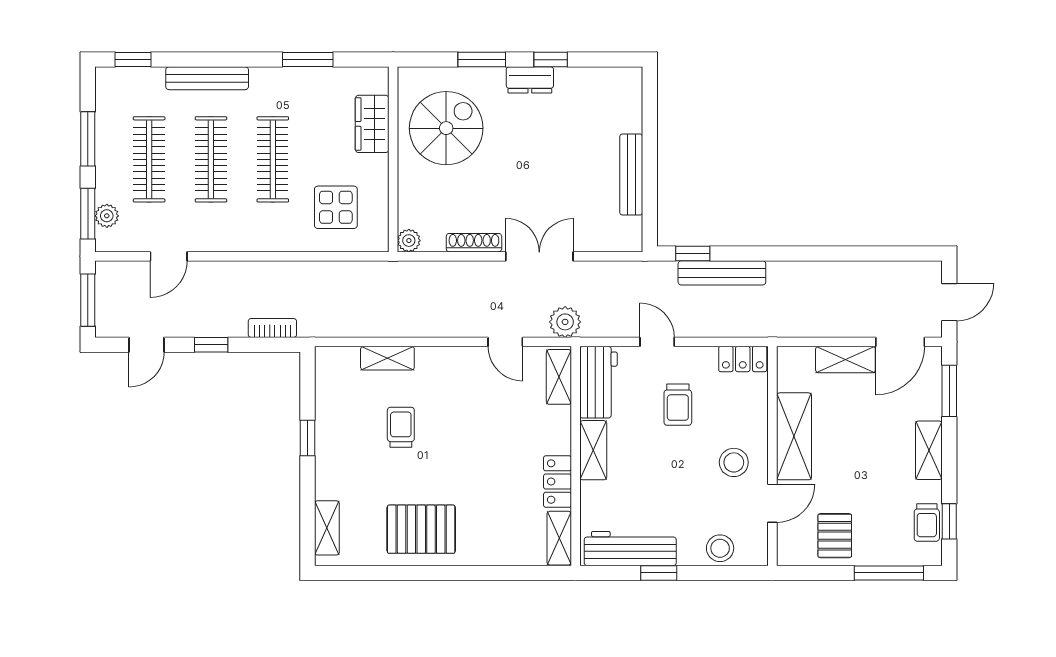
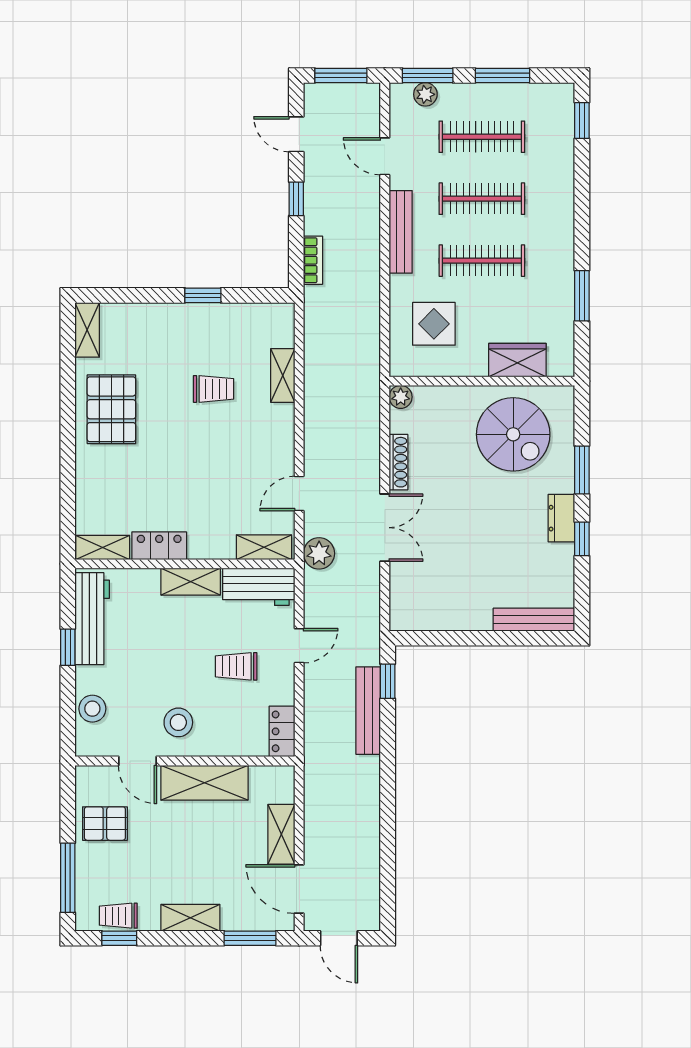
bench: (207, 78) -> (401, 232), moved
bench: (631, 175) -> (534, 620), moved
shelving: (327, 528) -> (87, 330), moved, turned 90

